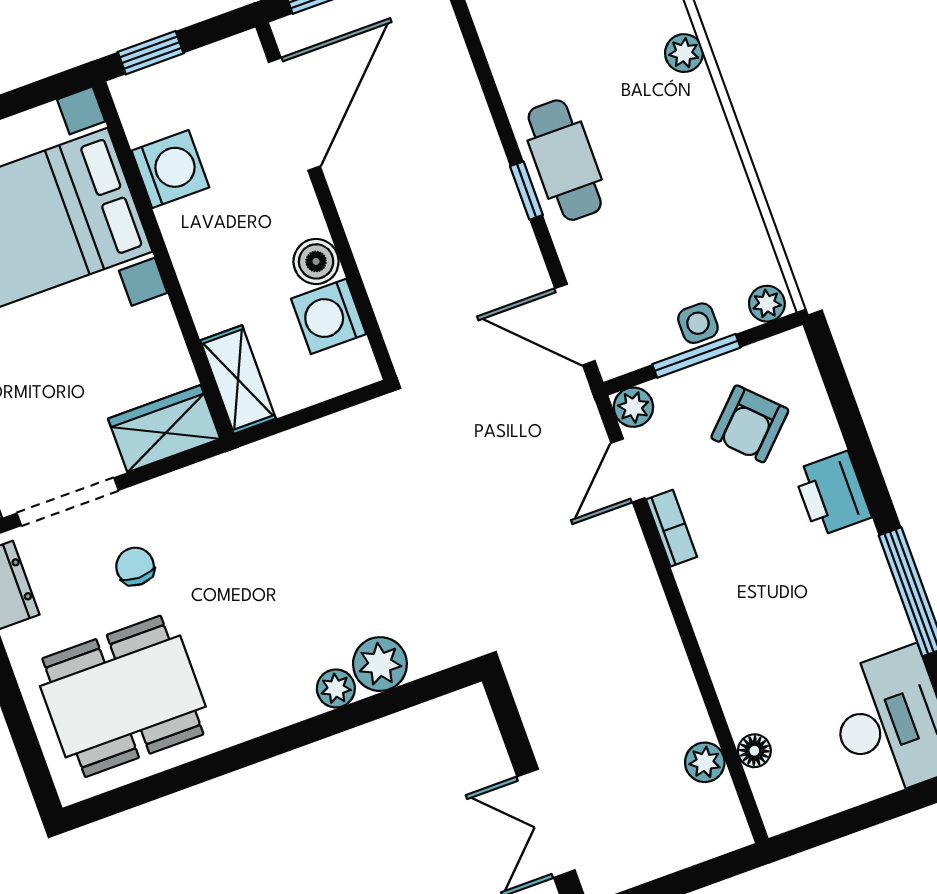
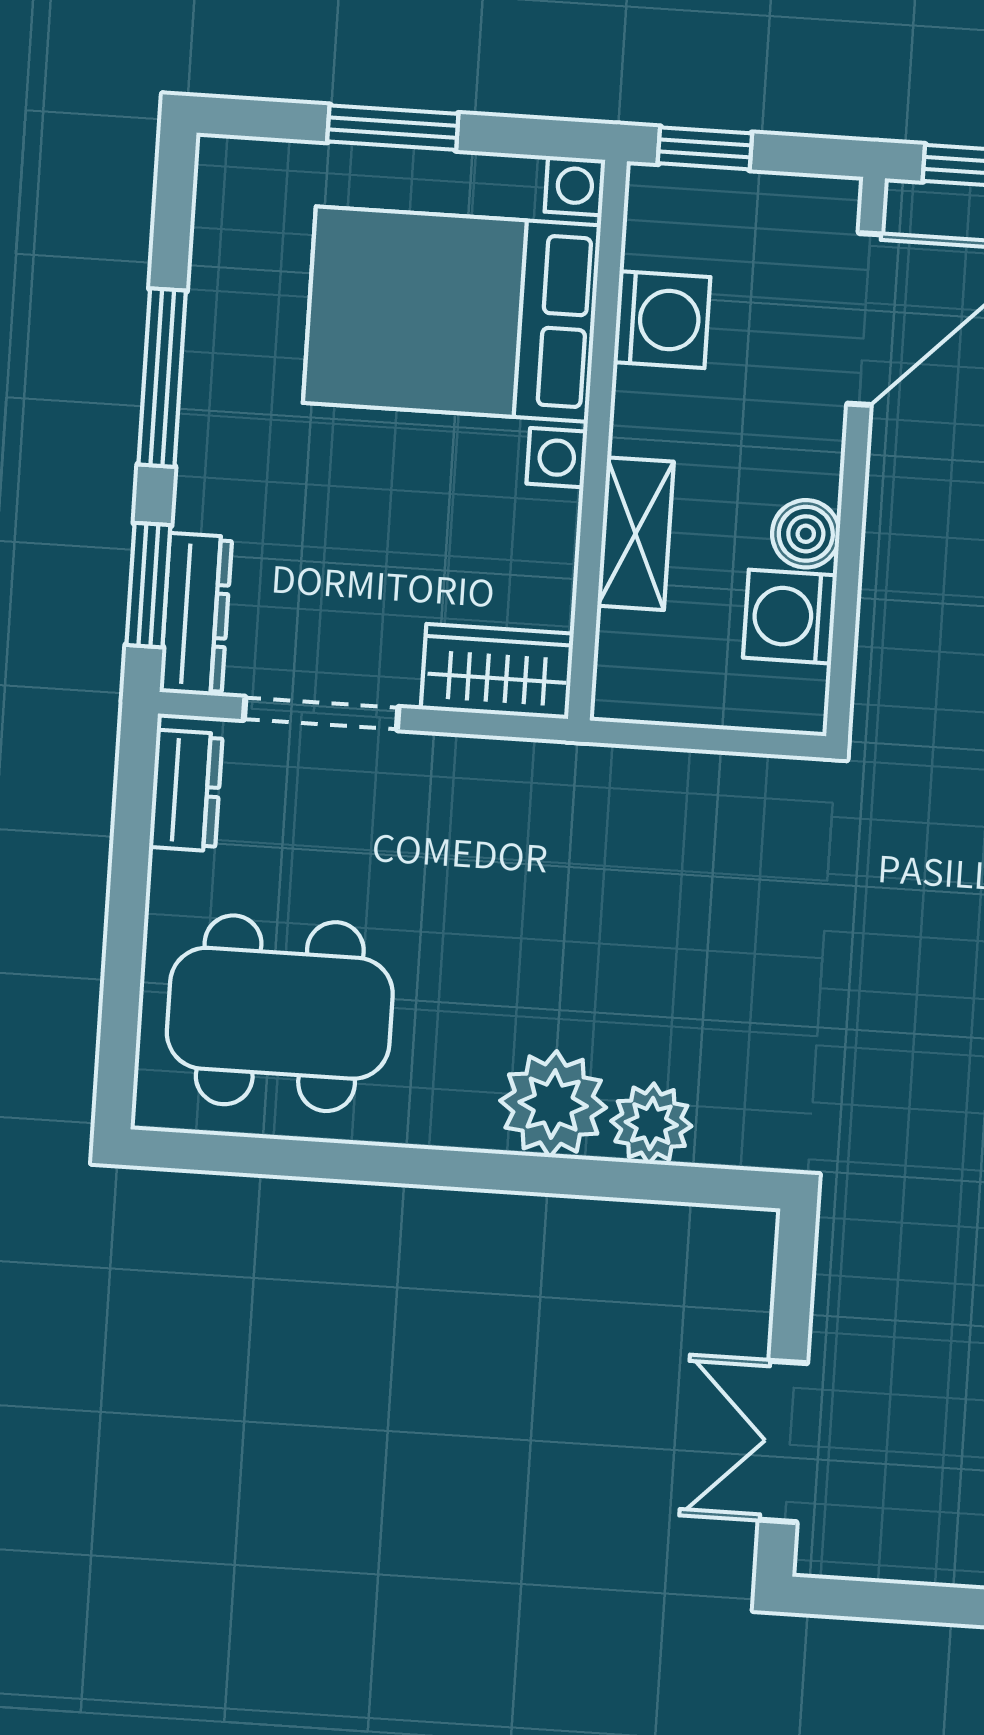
shelving: (238, 380) -> (635, 534), moved
chair: (135, 566) -> (375, 843), removed
plant: (336, 688) -> (553, 1104), width x1.88, depth x1.88

